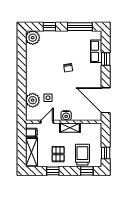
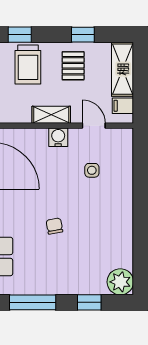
plant: (33, 100) -> (120, 166), removed
door: (47, 122) -> (94, 126), swing flipped

